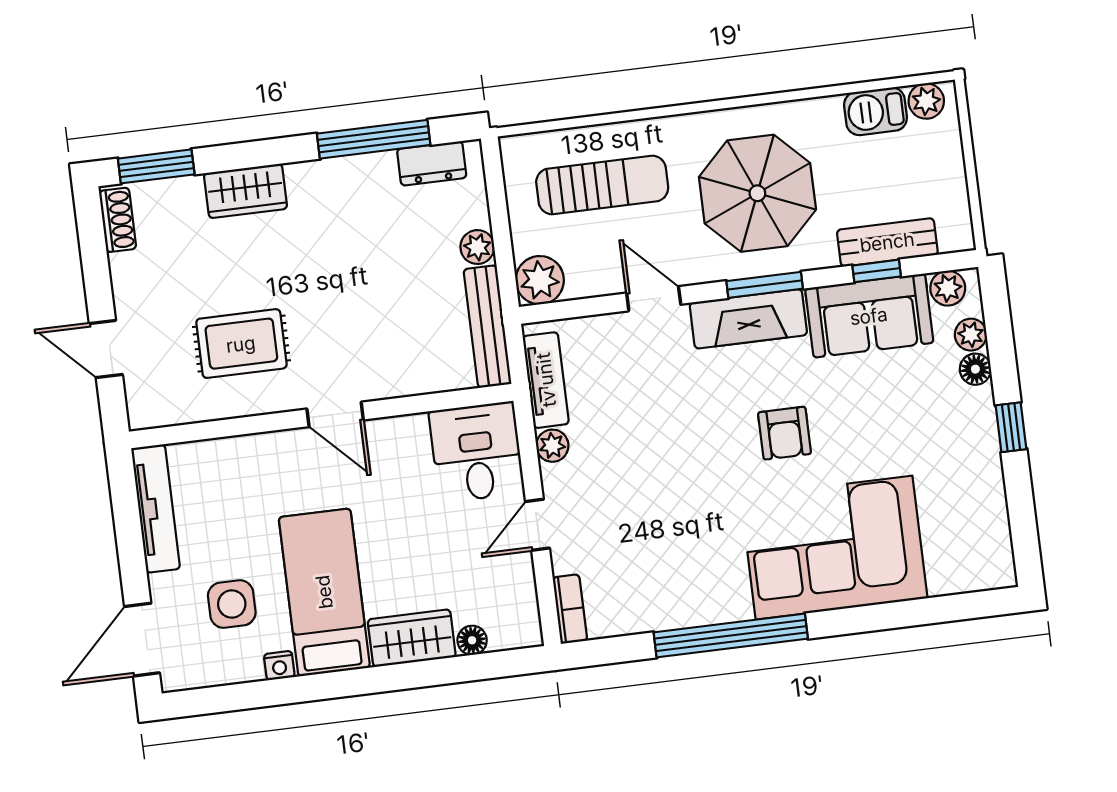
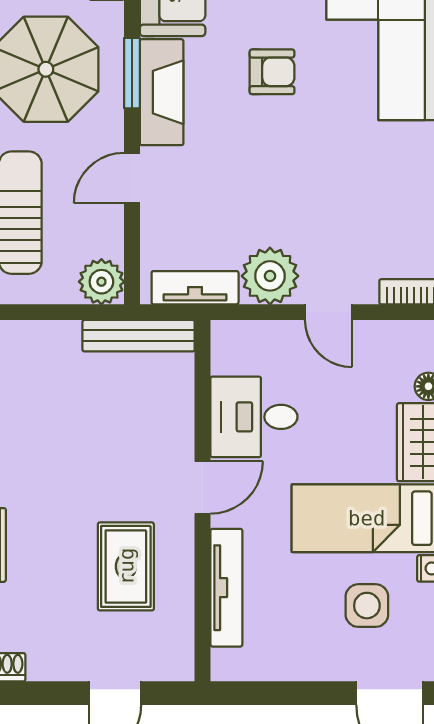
plant: (477, 247) -> (63, 336), removed
plant: (552, 446) -> (270, 276), width x1.88, depth x1.88
desk: (477, 452) -> (254, 417), moved
tv unit: (156, 509) -> (226, 588), moved, turned 90

